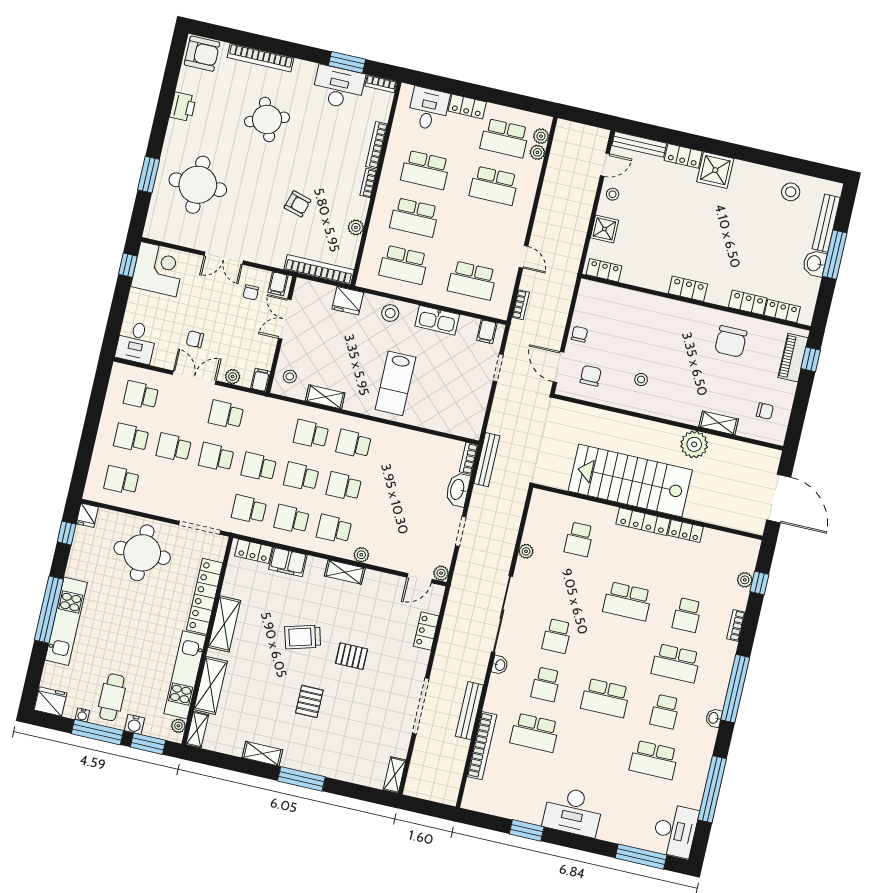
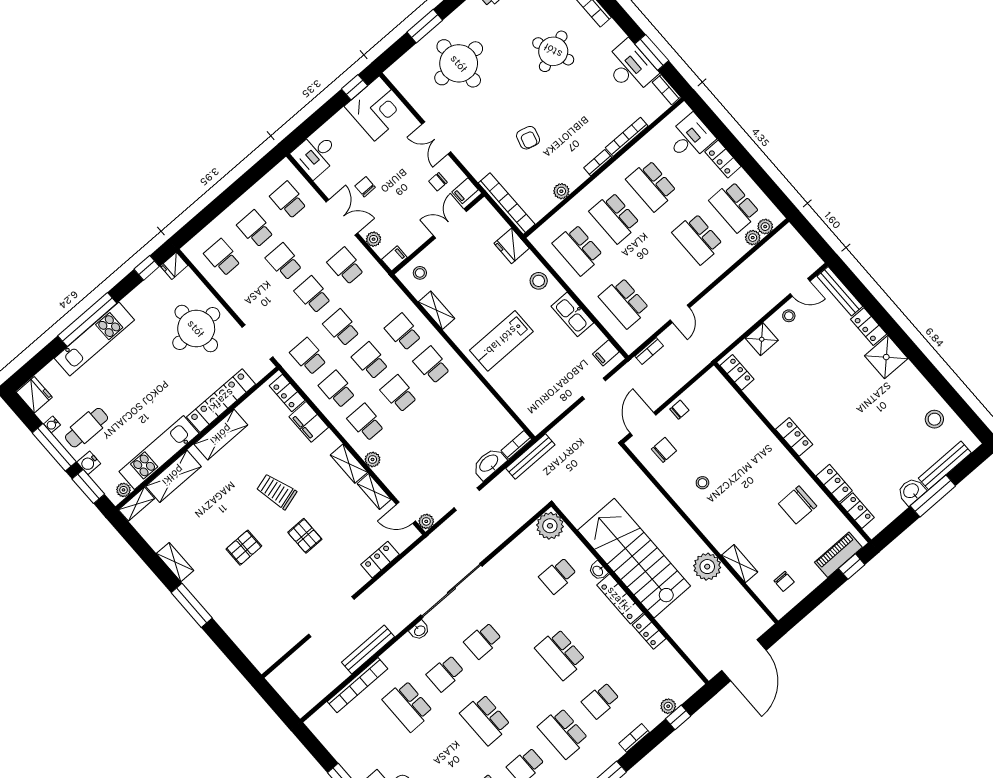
washbasin: (609, 512) -> (598, 571), added
plant: (526, 551) -> (550, 526), moved, width x1.88, depth x1.88
shelving: (395, 775) -> (374, 491), moved, turned 90

